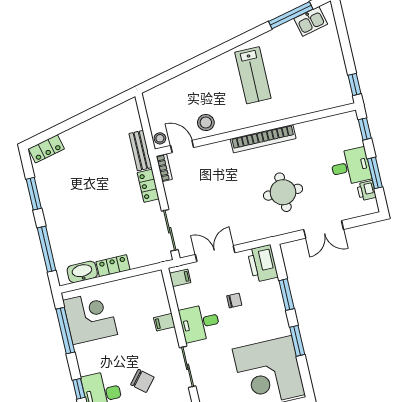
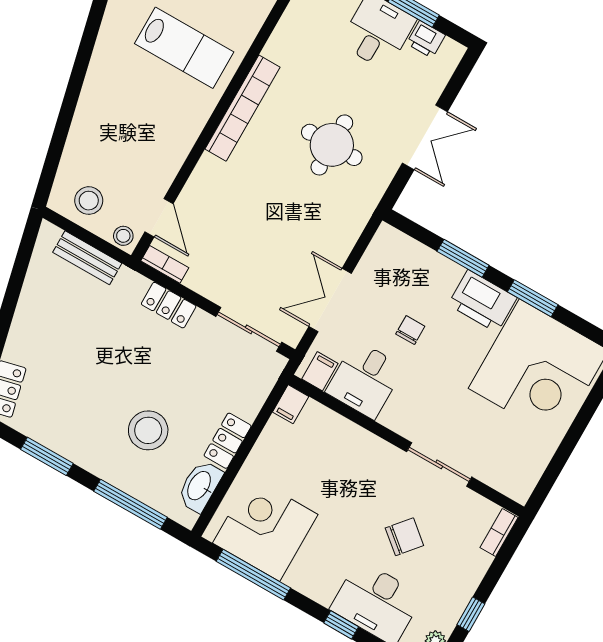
lab bench: (253, 75) -> (184, 48), moved
stool: (206, 123) -> (89, 201), moved
door: (182, 147) -> (159, 218), swing flipped
bench: (140, 151) -> (87, 258), moved
stool: (86, 227) -> (148, 430), added
printer: (263, 263) -> (482, 301), moved
filing cabinet: (164, 322) -> (291, 404), moved
desk: (200, 323) -> (365, 379), moved

